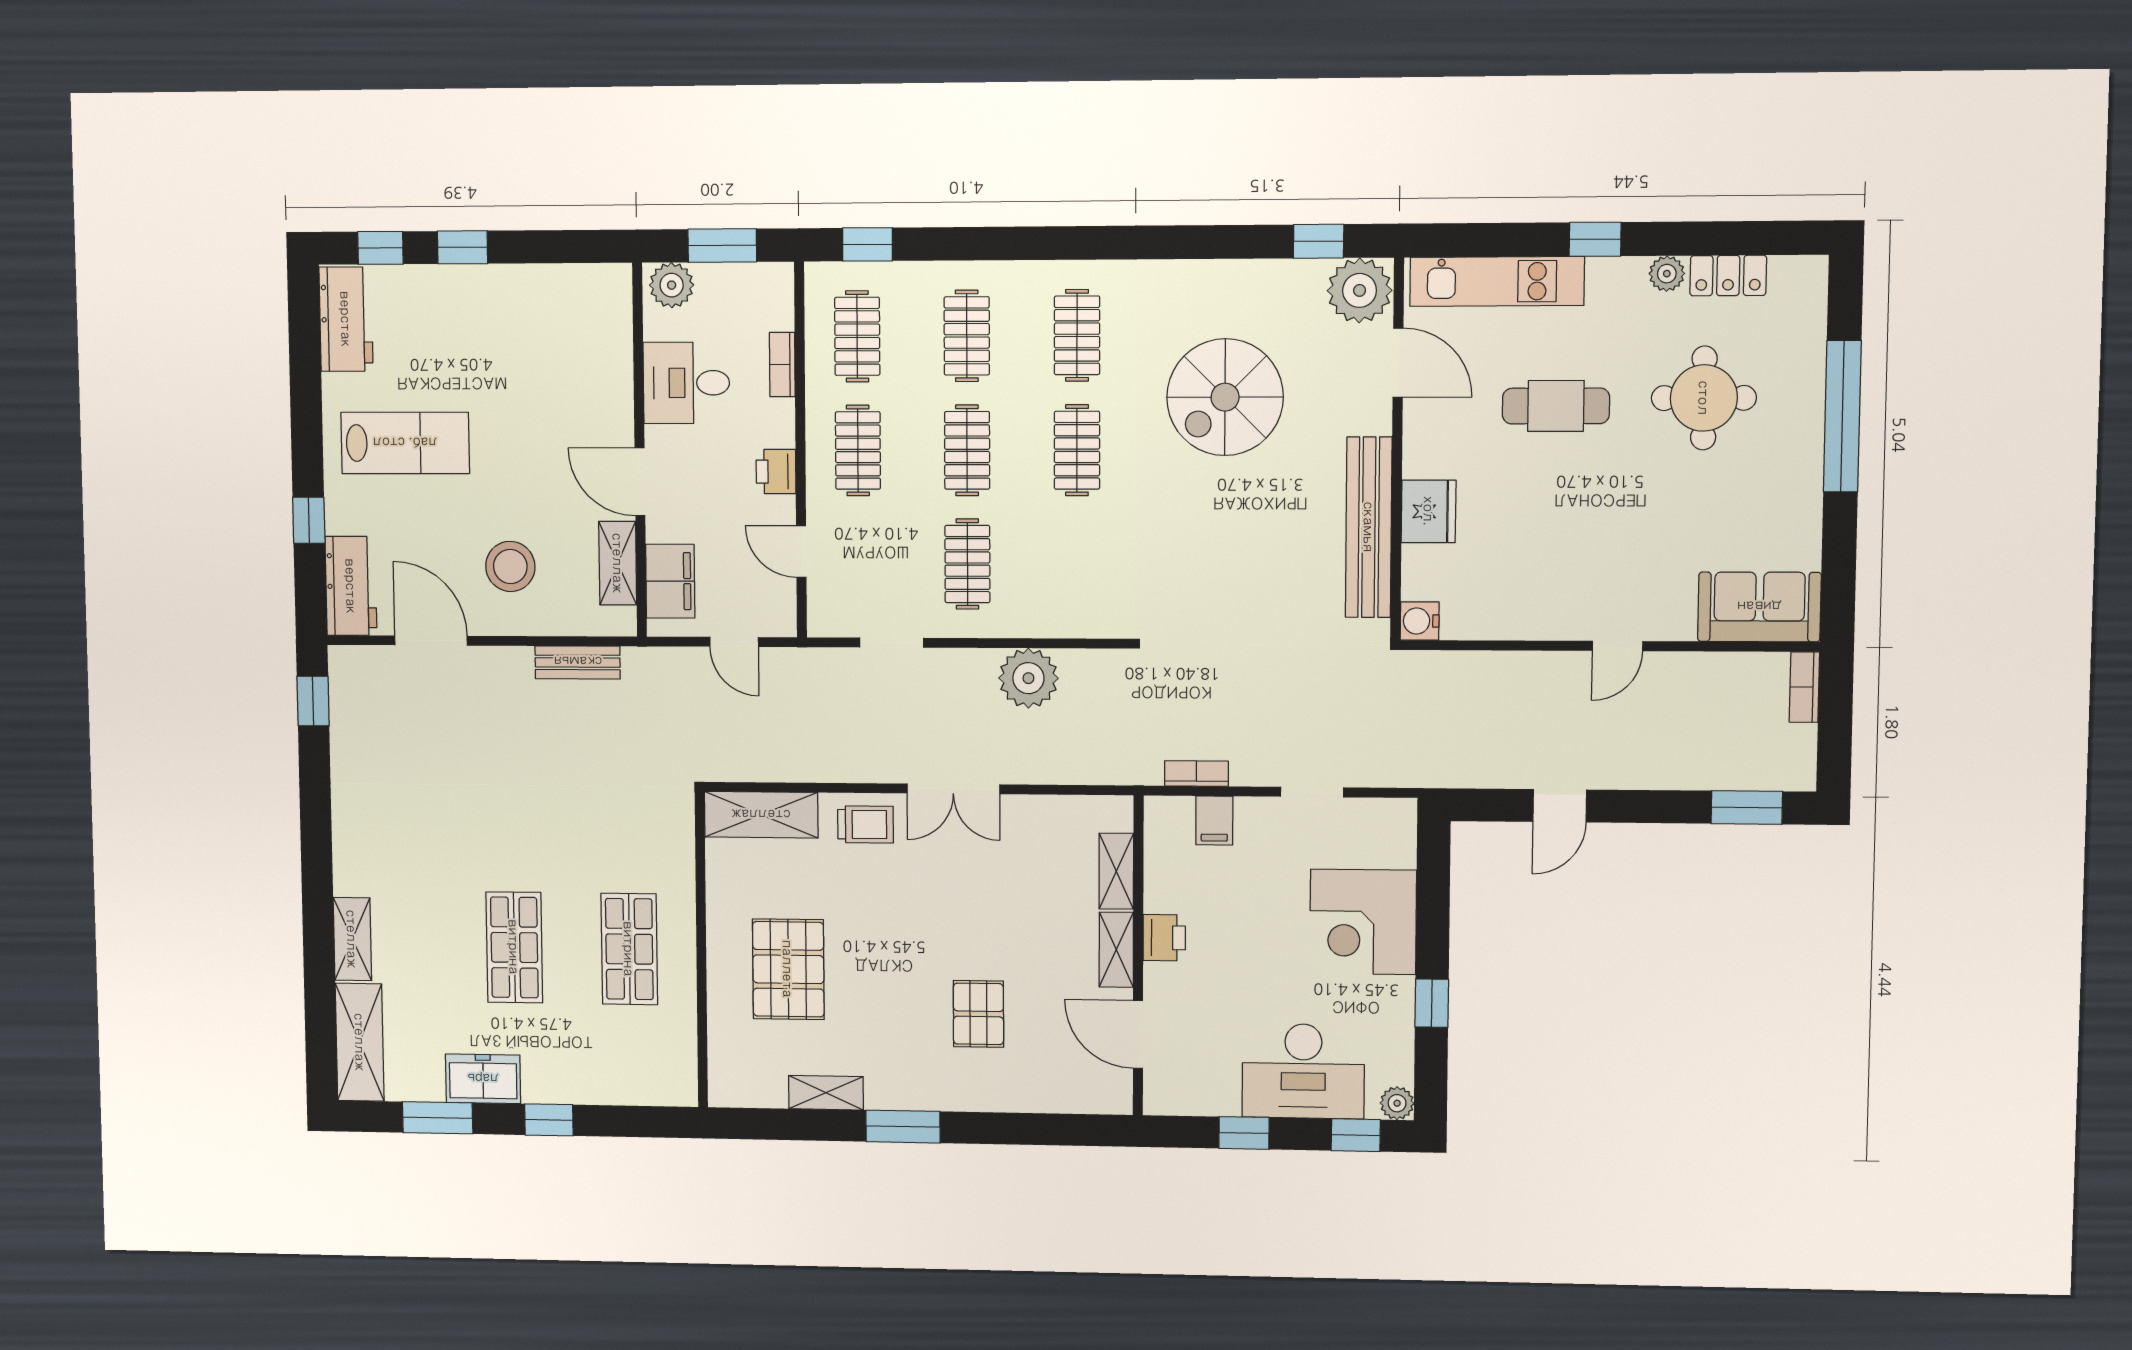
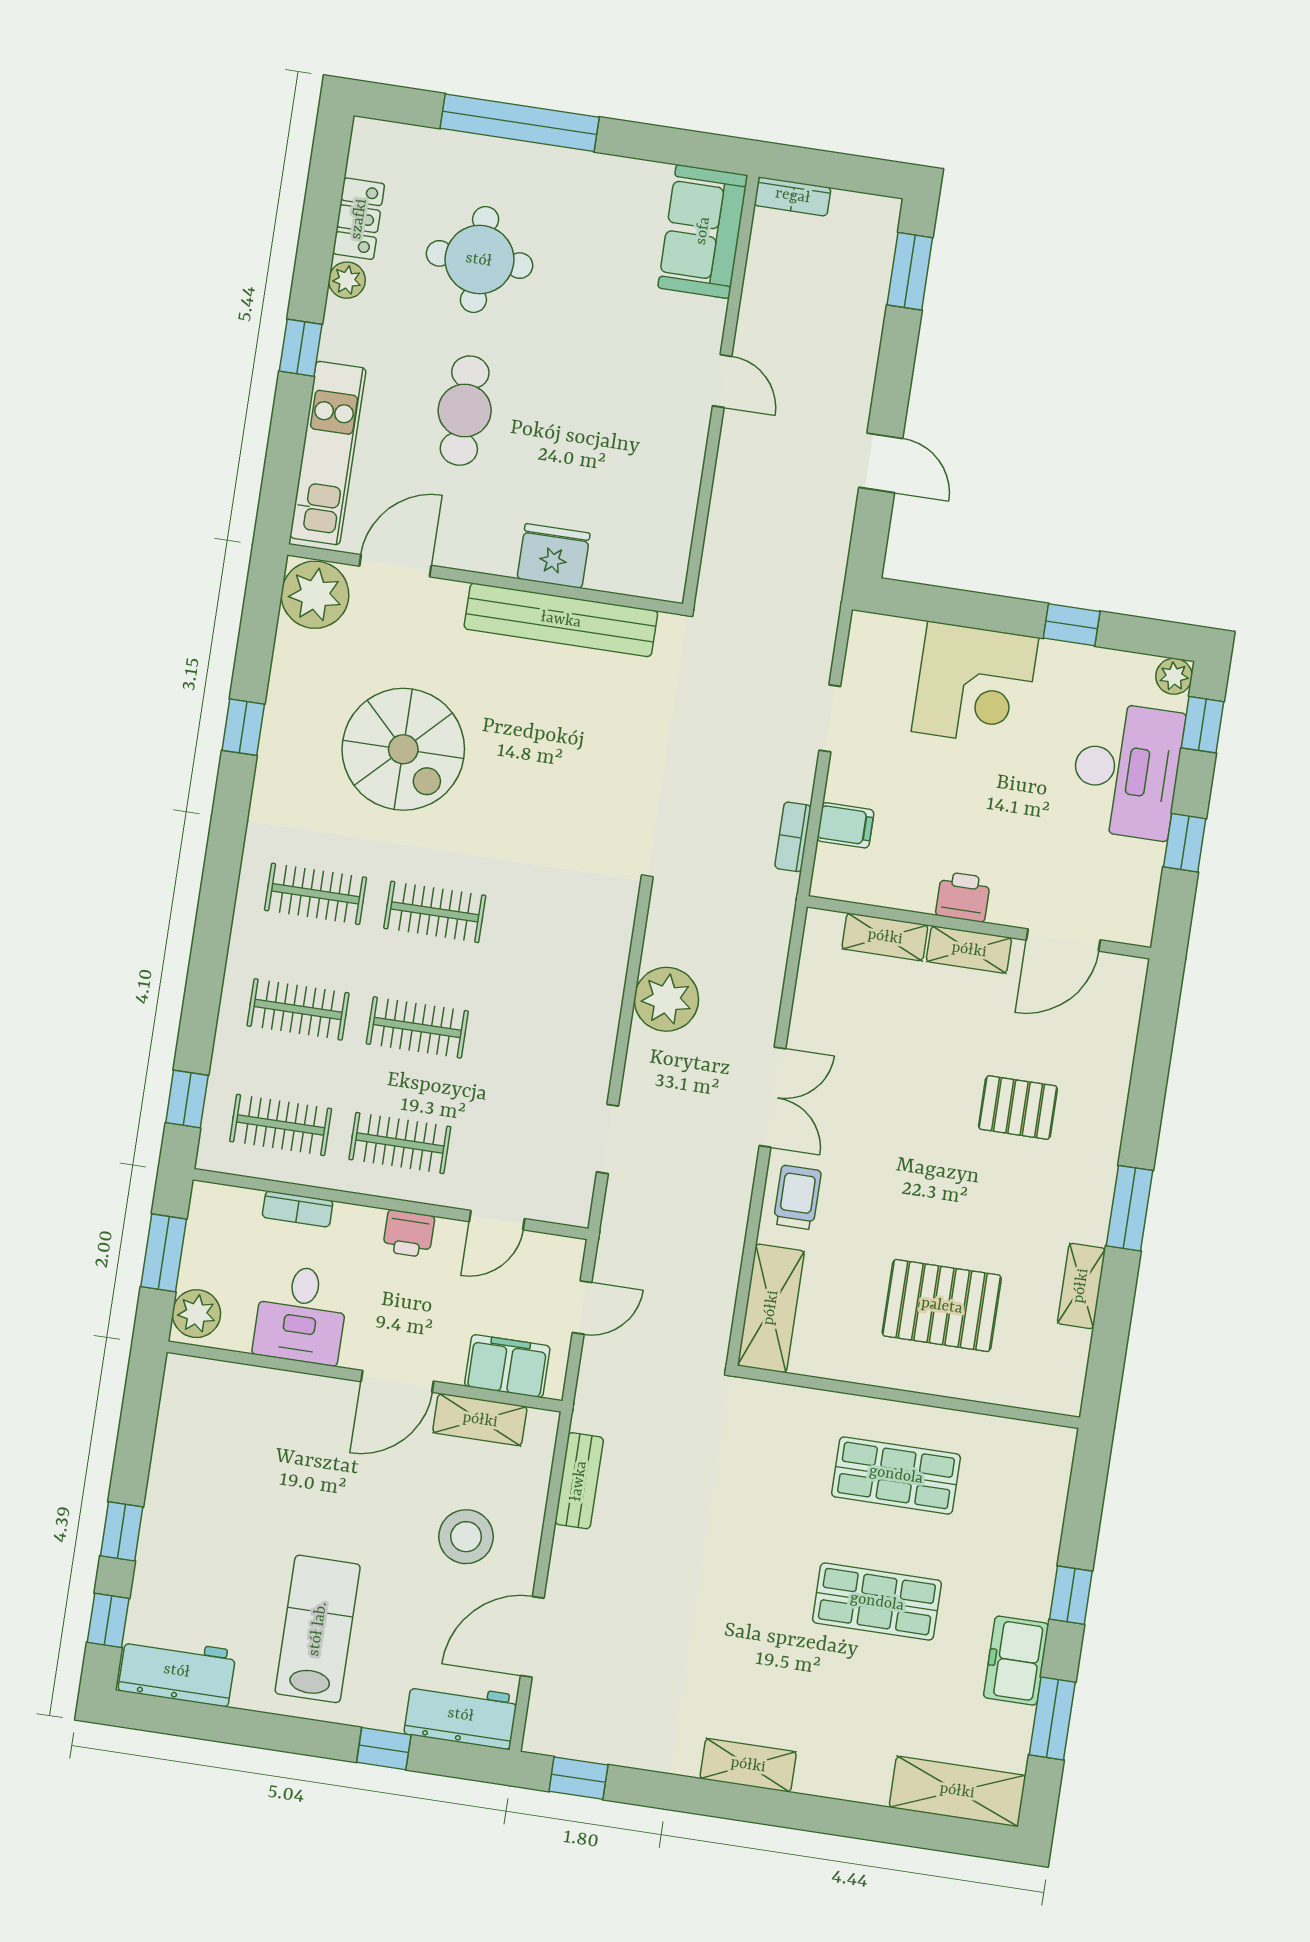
window: (1319, 241) -> (243, 727), moved
clothes rail: (967, 564) -> (537, 1045), removed
water cooler: (1420, 621) -> (666, 581), removed
shelving: (352, 939) -> (748, 1765), moved

